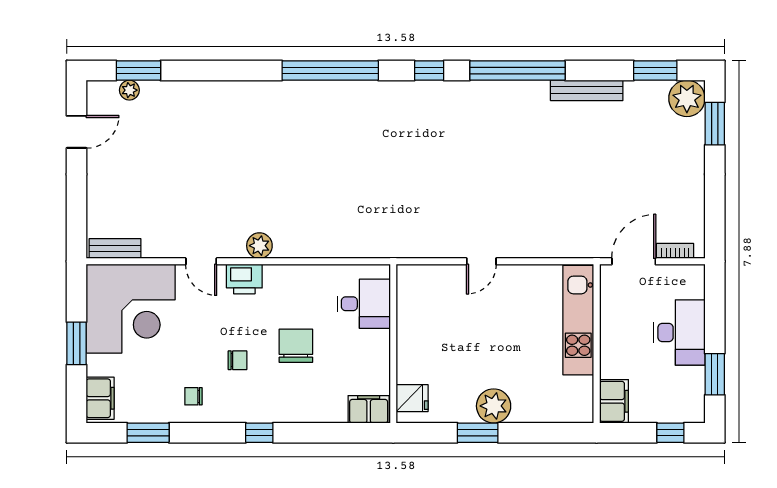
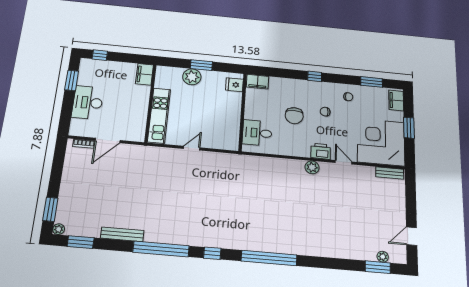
plant: (687, 98) -> (59, 229), width x0.53, depth x0.53
kitchen unit: (578, 320) -> (159, 115), moved
wall: (597, 344) -> (150, 103), moved
filing cabinet: (614, 401) -> (144, 74), moved

